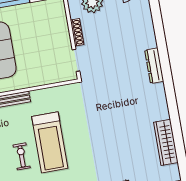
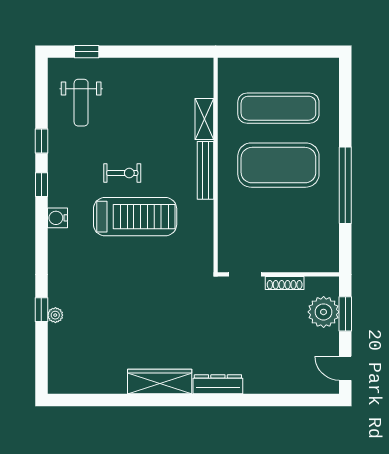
treadmill: (50, 142) -> (135, 217), turned 180
wardrobe: (166, 142) -> (160, 382), moved

